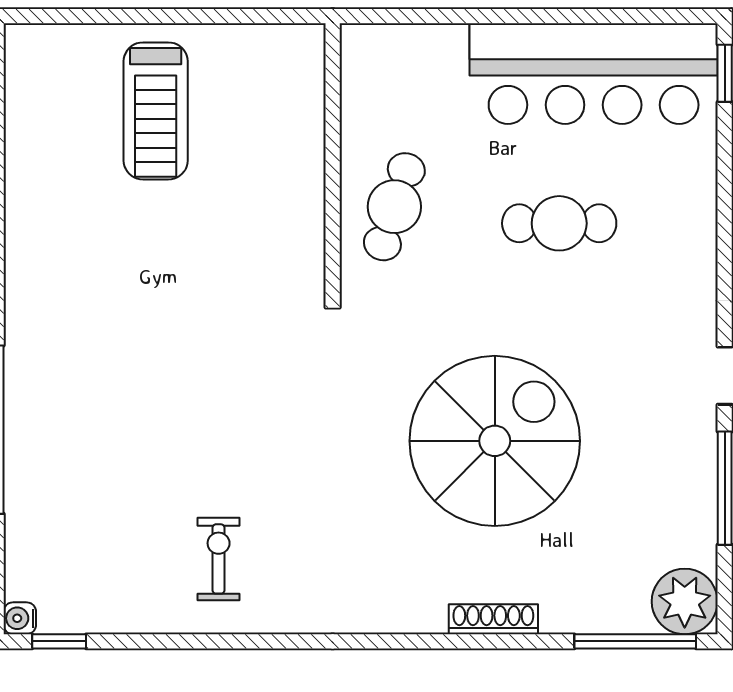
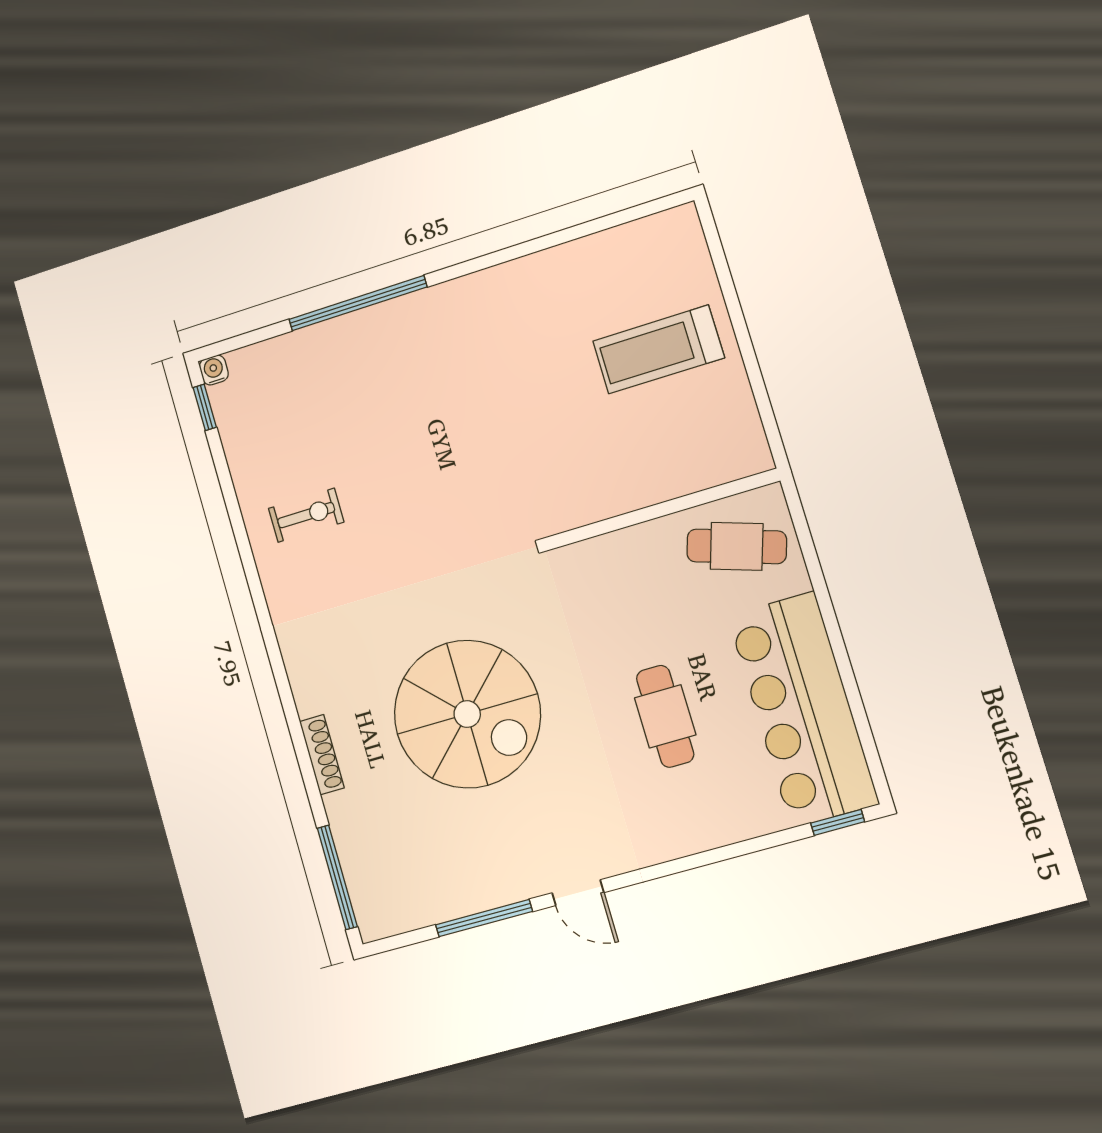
cafe table: (394, 207) -> (737, 546), moved
plant: (685, 601) -> (381, 910), removed

